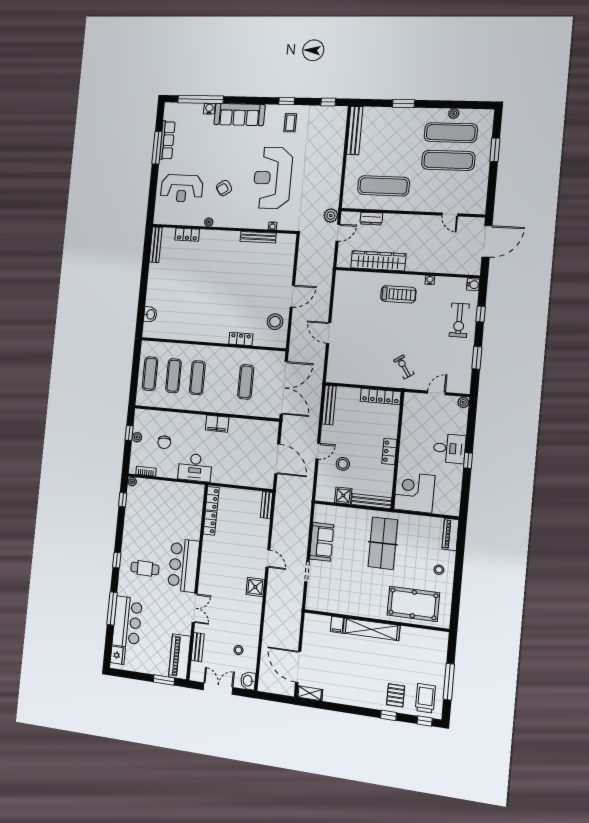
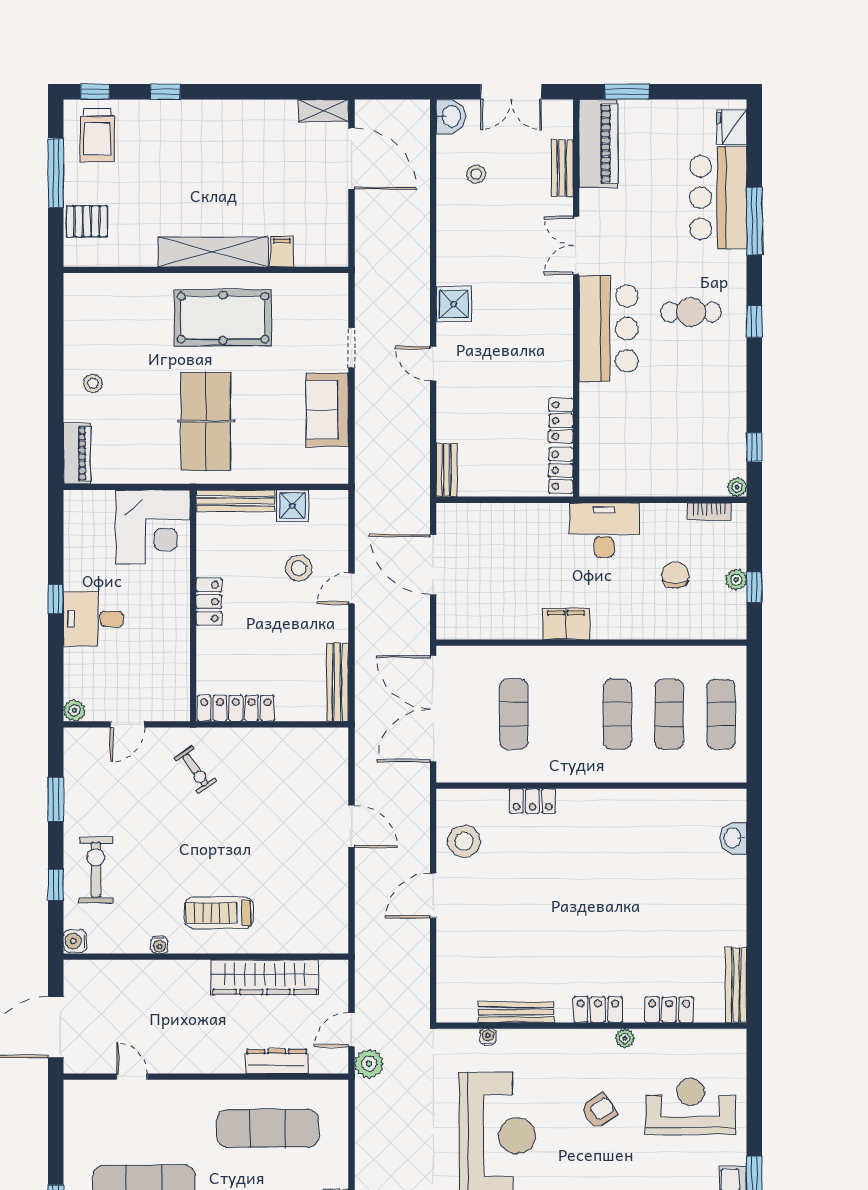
dresser: (371, 219) -> (277, 1061), width x1.44
locker: (220, 236) -> (598, 1010), added
pool table: (413, 604) -> (223, 318), moved
pallet: (396, 695) -> (87, 221), moved, turned 90

